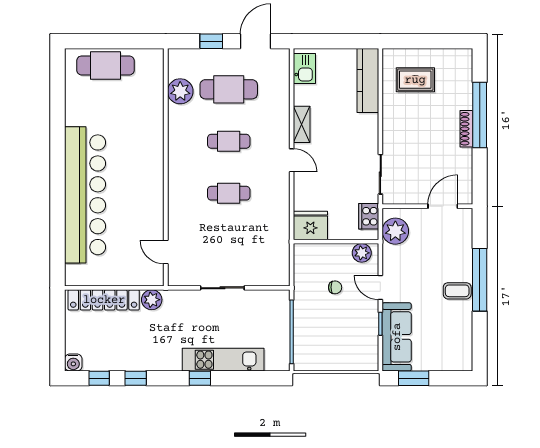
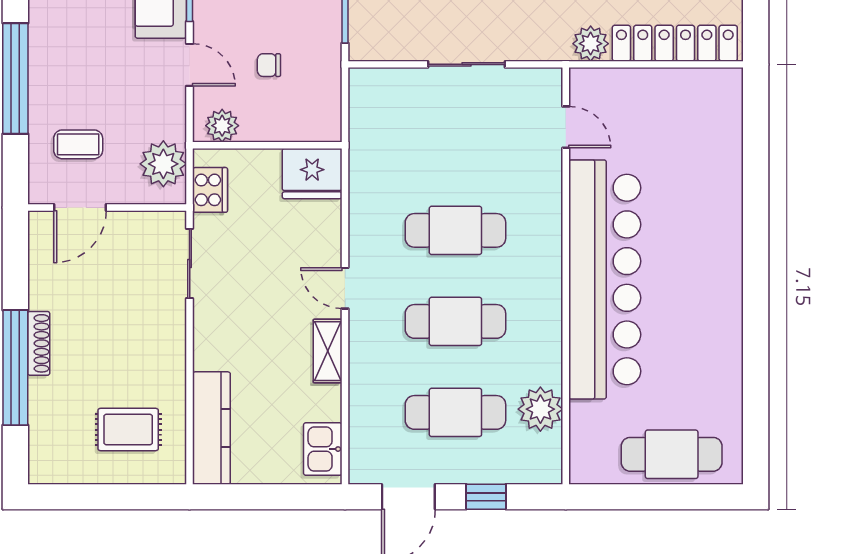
cafe table: (229, 141) -> (455, 321), width x1.37, depth x1.35
cafe table: (229, 193) -> (455, 230), width x1.37, depth x1.35
bar counter: (85, 195) -> (605, 279), moved, turned 180
coffee table: (457, 291) -> (78, 144), moved

